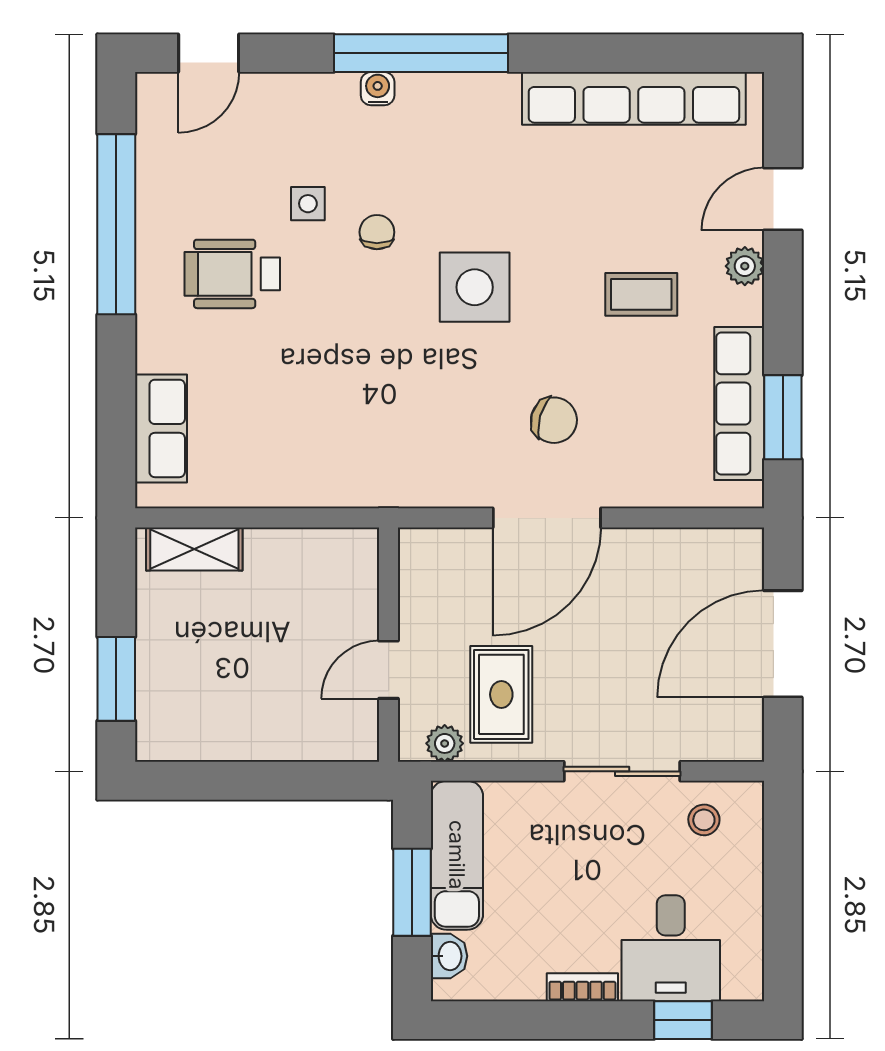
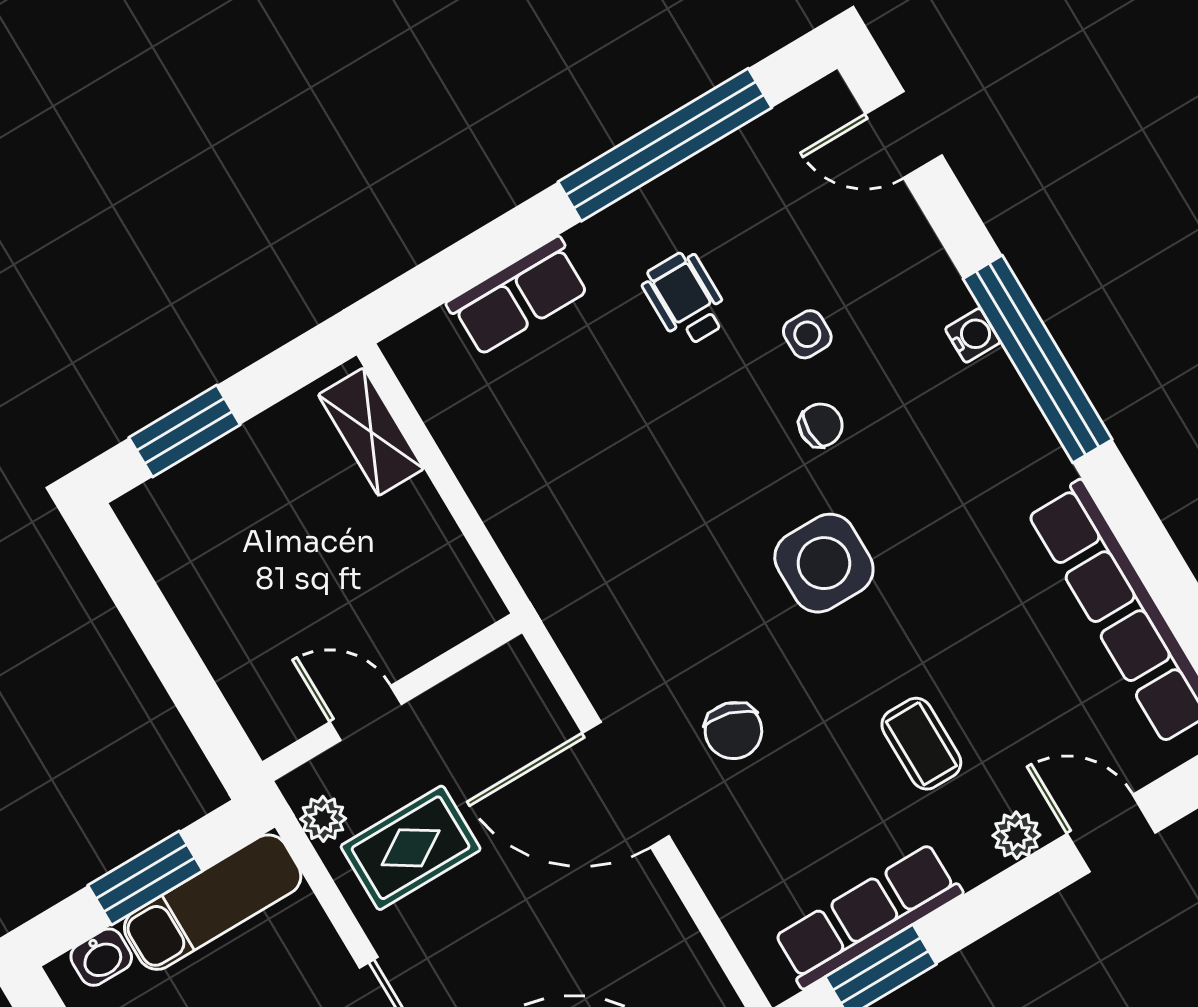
wheelchair: (232, 274) -> (685, 299), width x0.73, depth x0.73
row of seats: (161, 428) -> (518, 296), moved

